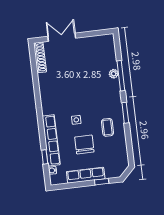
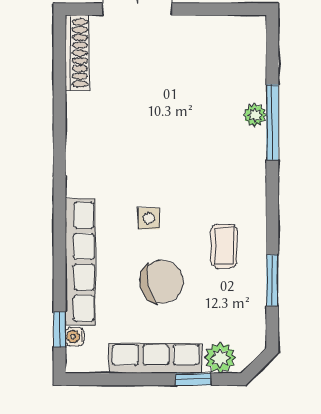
window: (125, 113) -> (272, 280), moved
chair: (84, 144) -> (161, 282), turned 77
window: (45, 157) -> (60, 329), moved
plant: (111, 172) -> (220, 358), added

